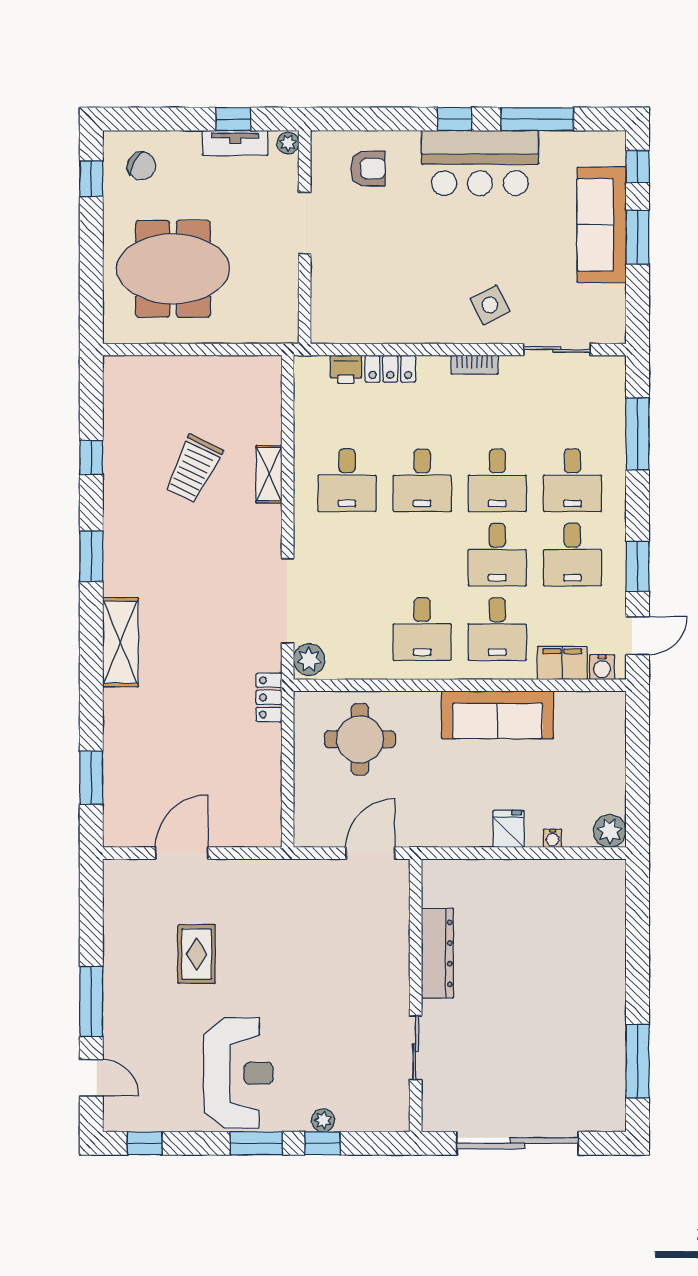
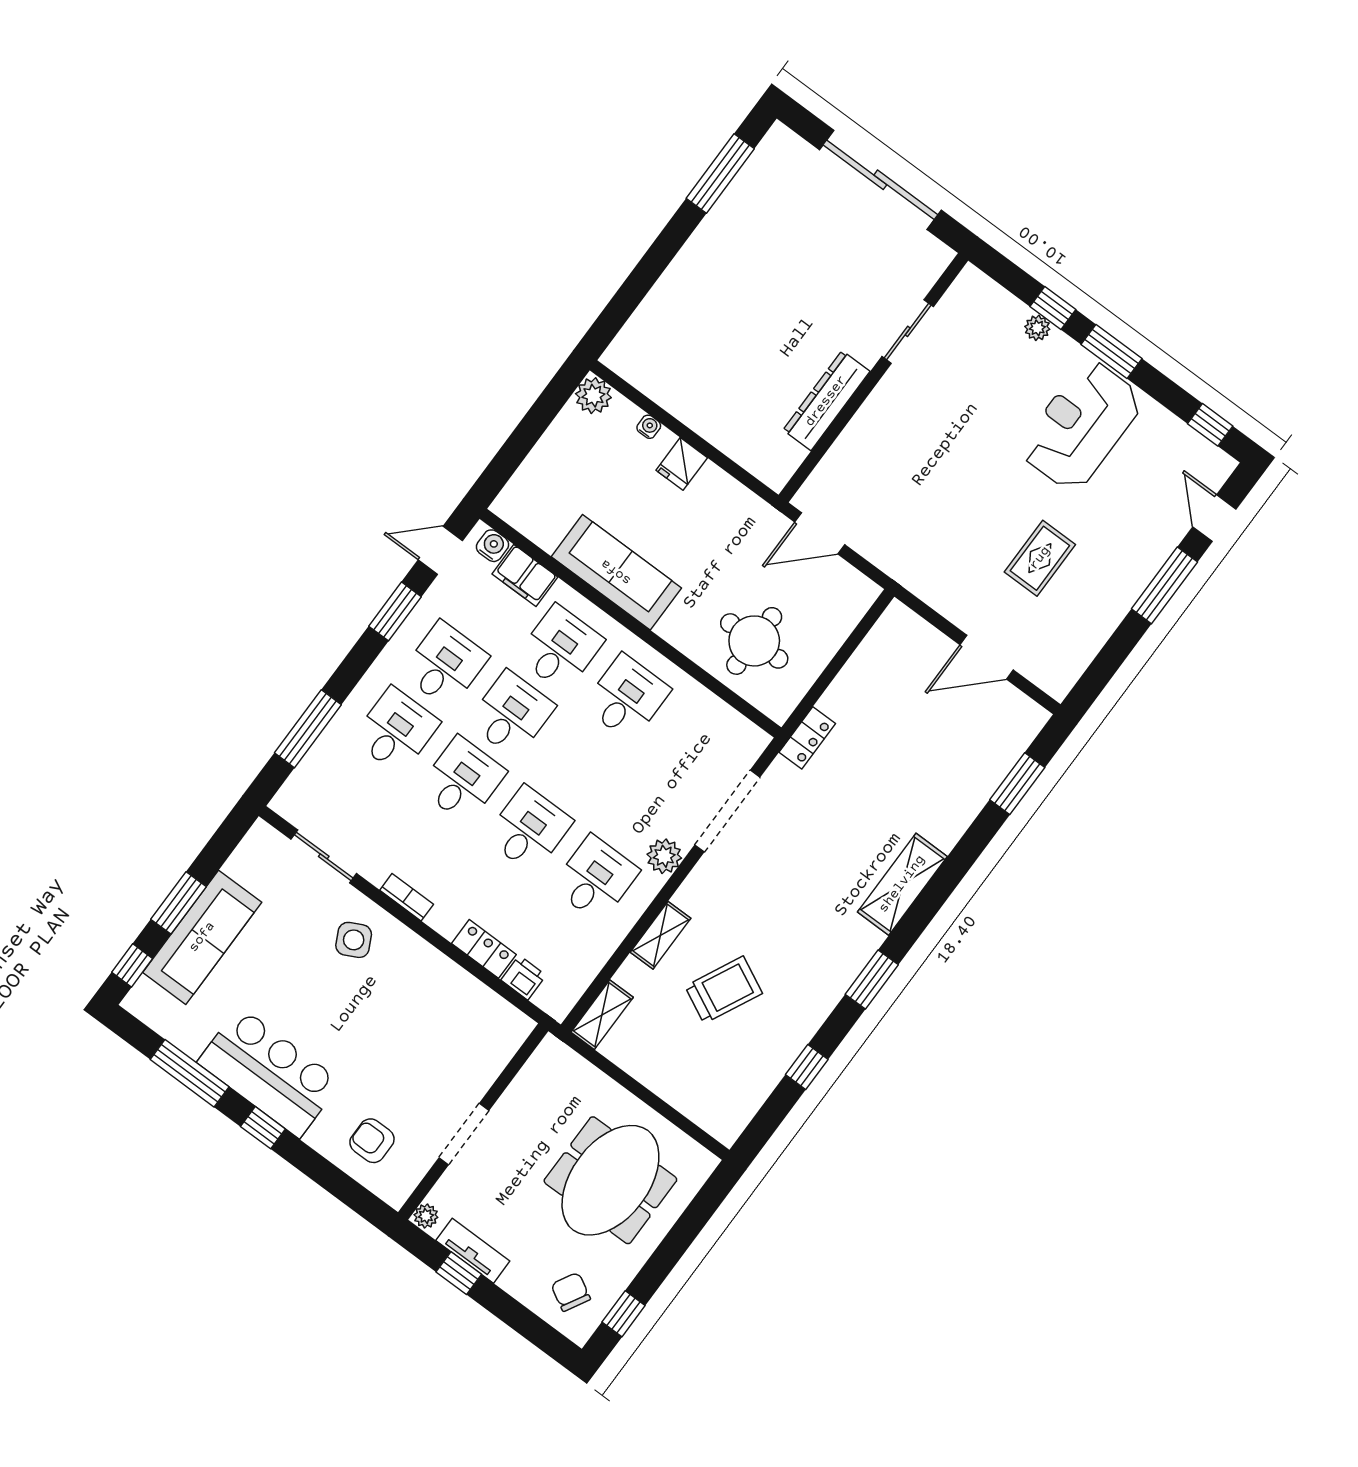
meeting table: (173, 269) -> (610, 1180), turned 90
shelving: (269, 385) -> (602, 1015), added
plant: (309, 660) -> (664, 856), moved

